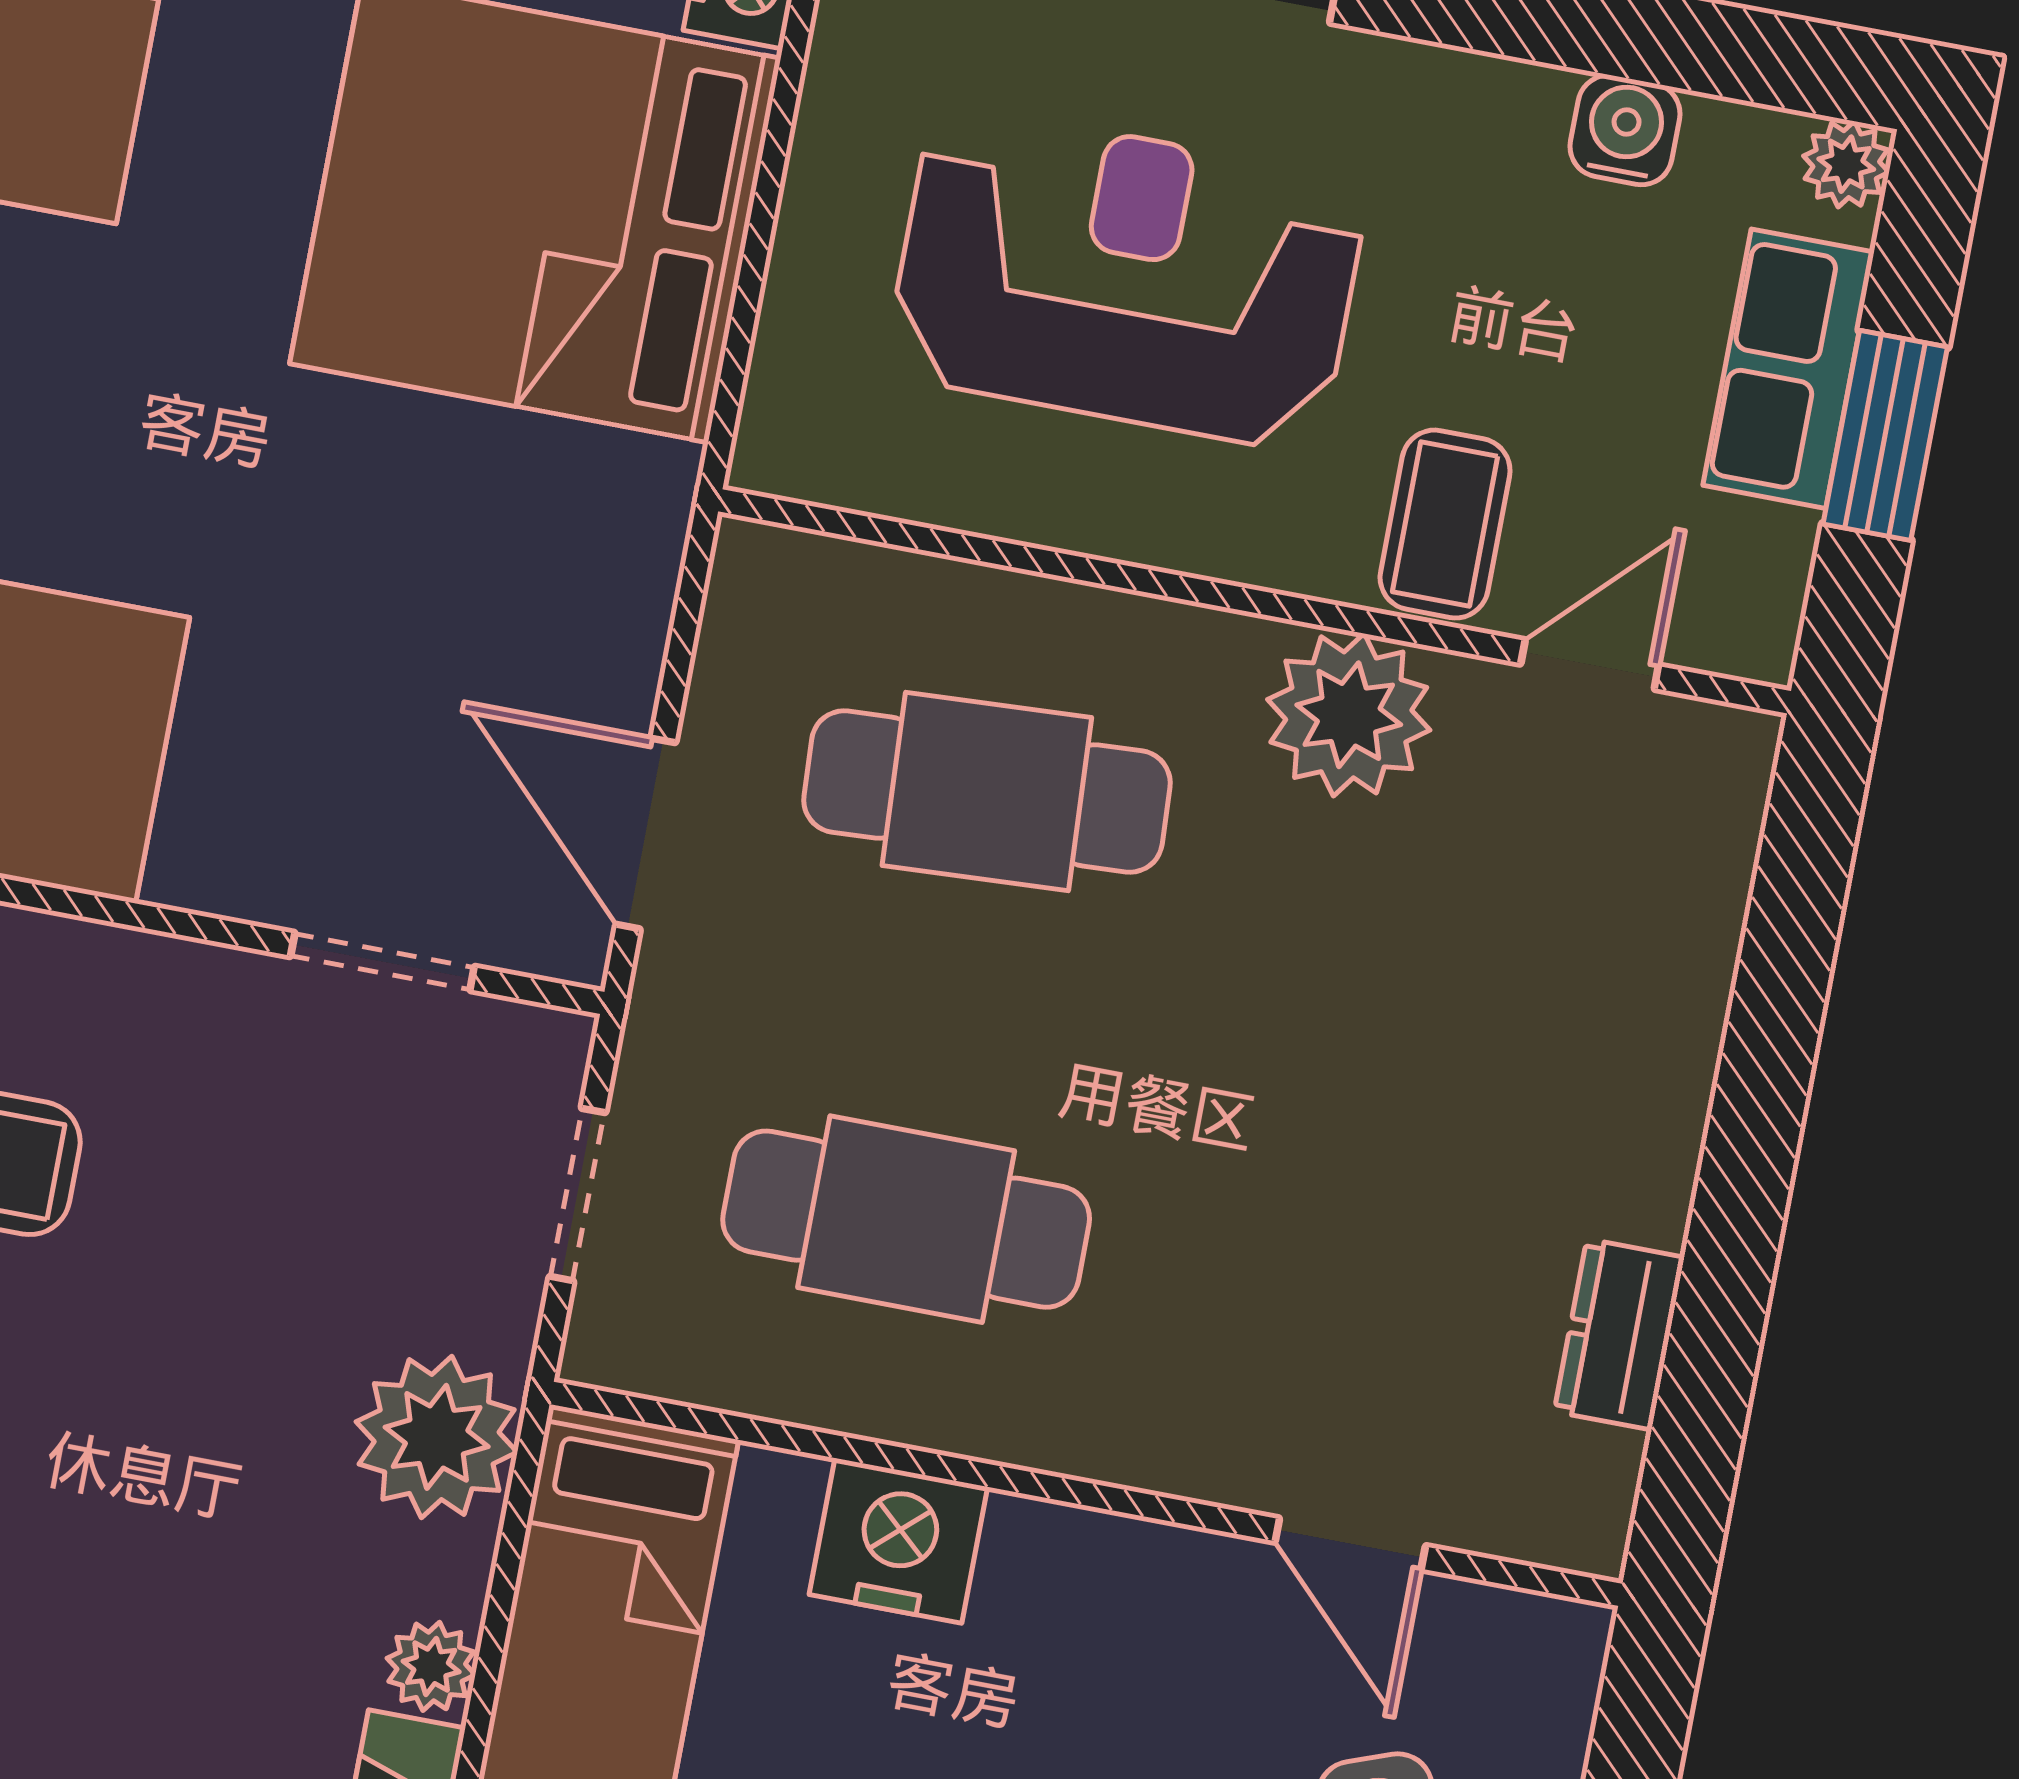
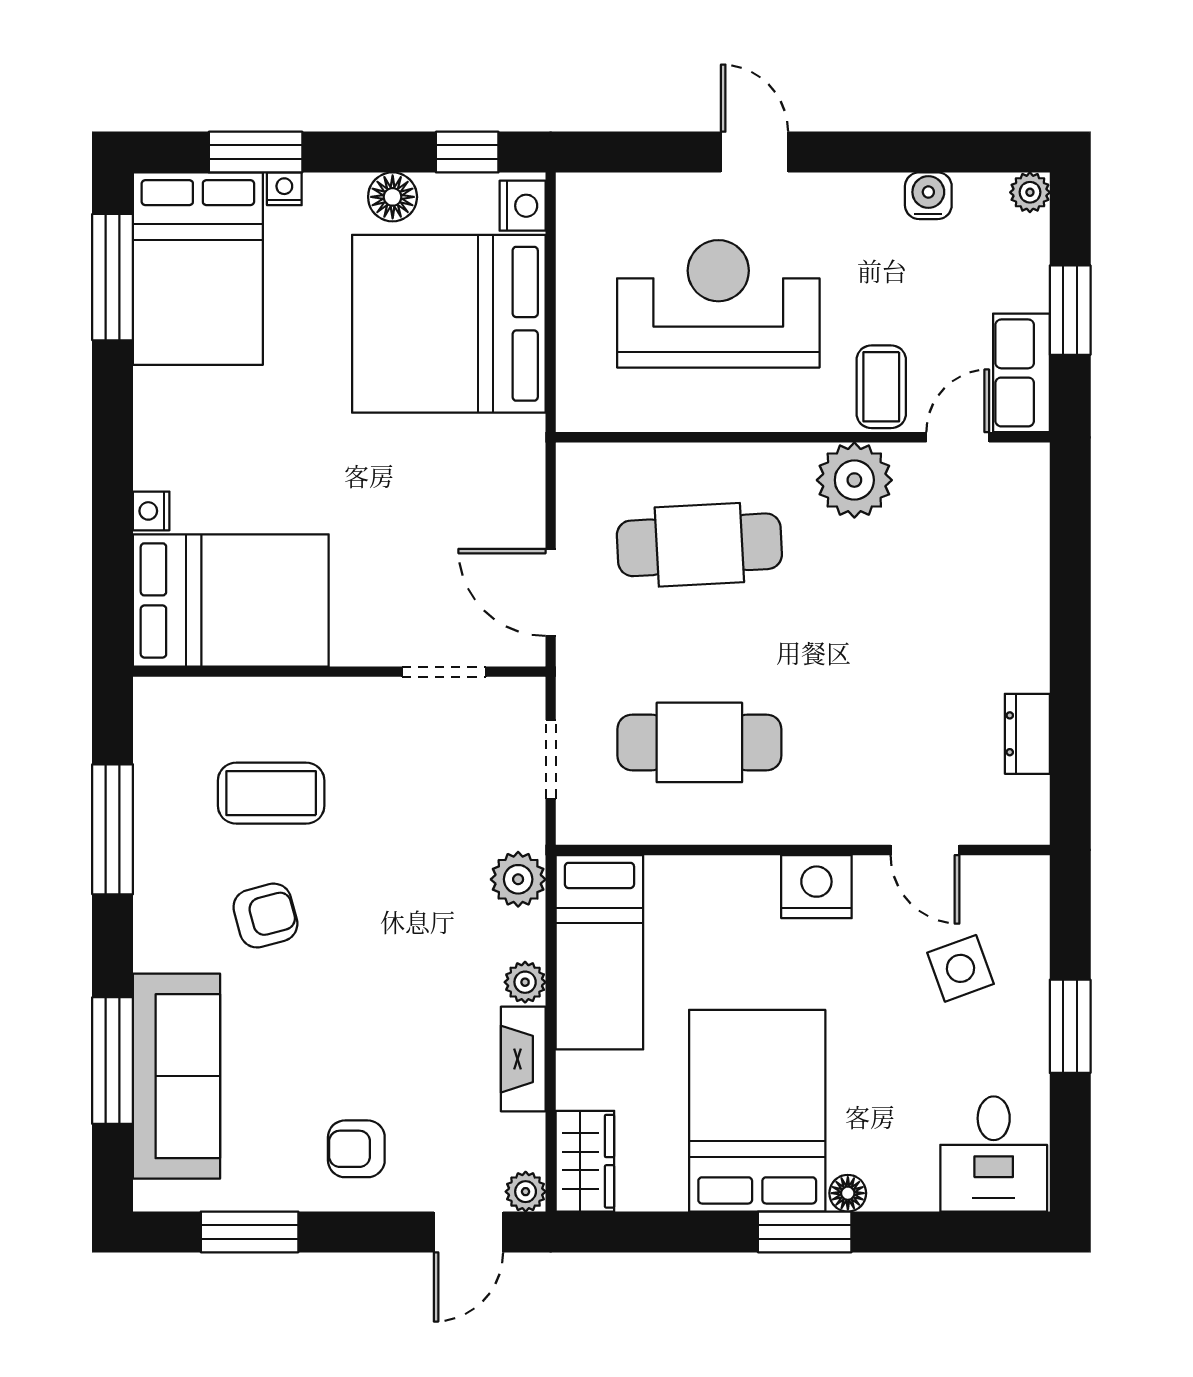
row of seats: (1789, 369) -> (1021, 373), moved
plant: (437, 1437) -> (518, 879), width x0.73, depth x0.73
nightstand: (898, 1541) -> (816, 887), moved

